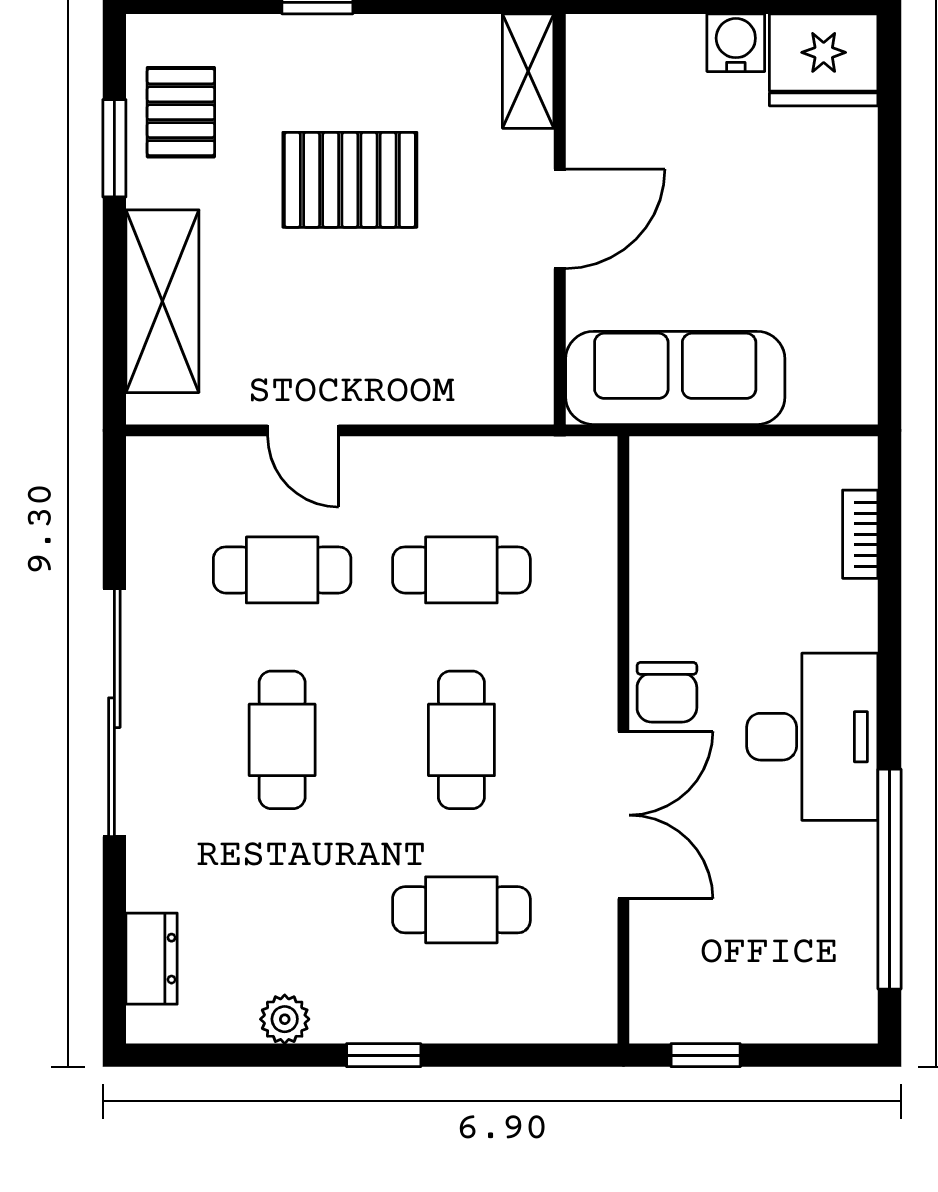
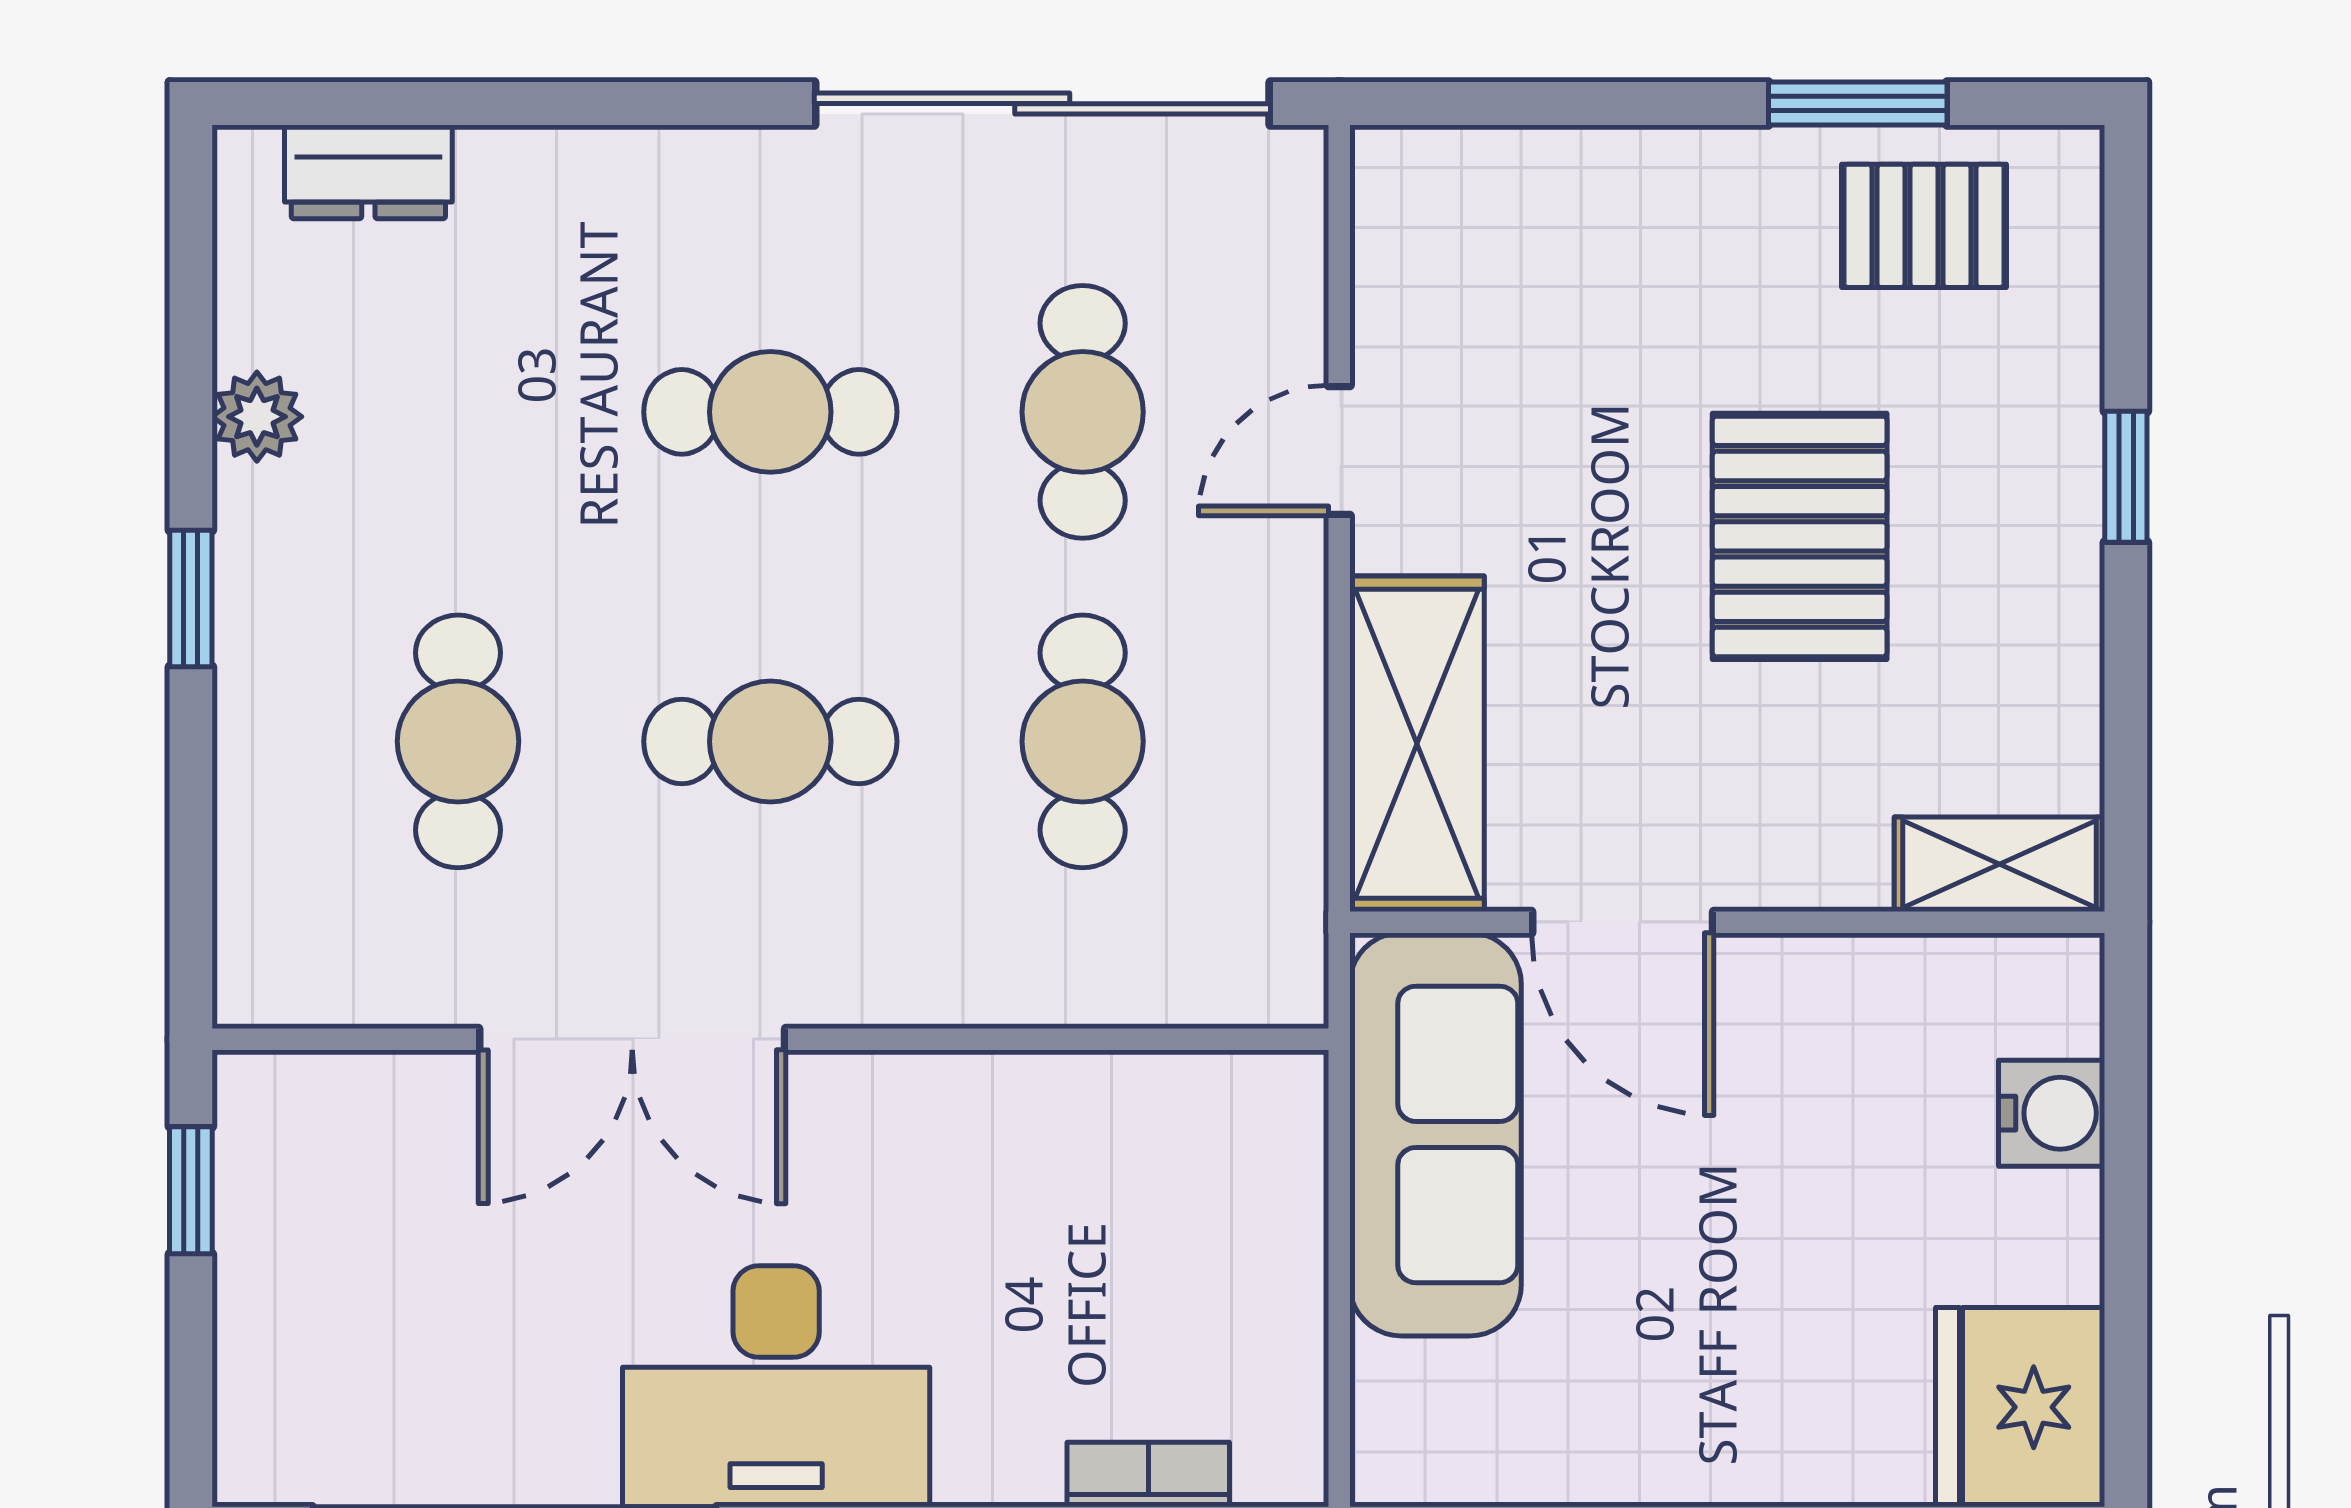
water cooler: (736, 43) -> (2052, 1113), moved
door: (560, 219) -> (1623, 922), moved
shelving: (162, 301) -> (1417, 744), moved, turned 90
chair: (667, 692) -> (858, 1119), removed
sliding door: (114, 713) -> (1042, 104), moved

